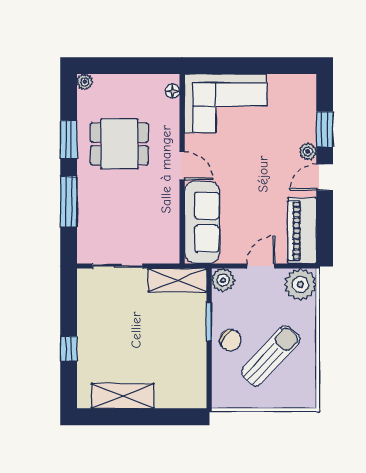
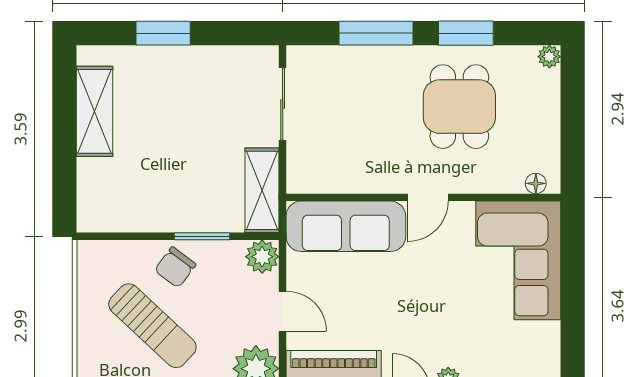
window: (69, 348) -> (163, 33), width x1.50

